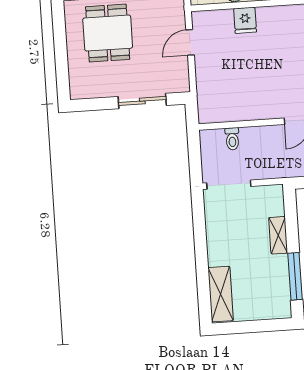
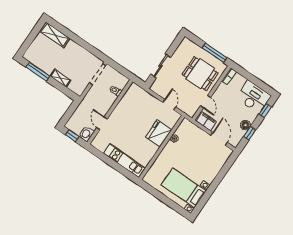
fridge: (245, 20) -> (159, 133), width x1.88, depth x1.34
window: (60, 36) -> (215, 53), added

